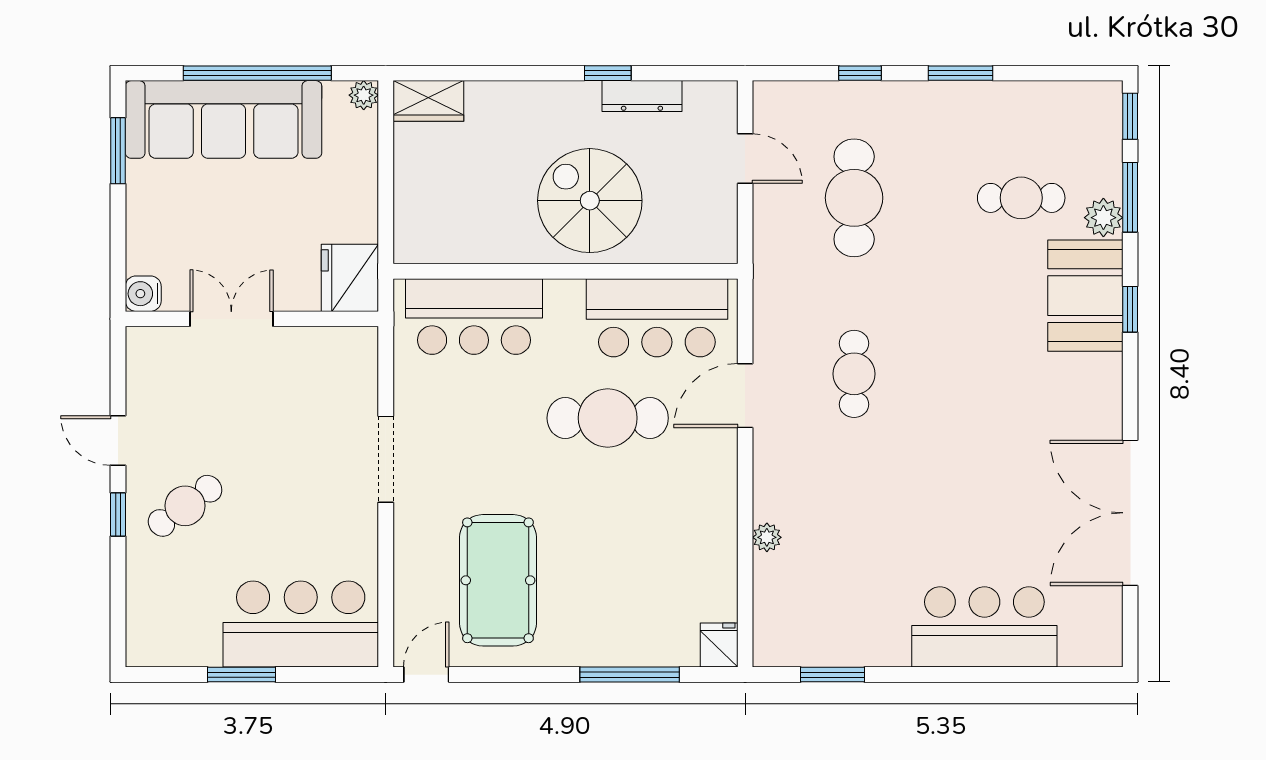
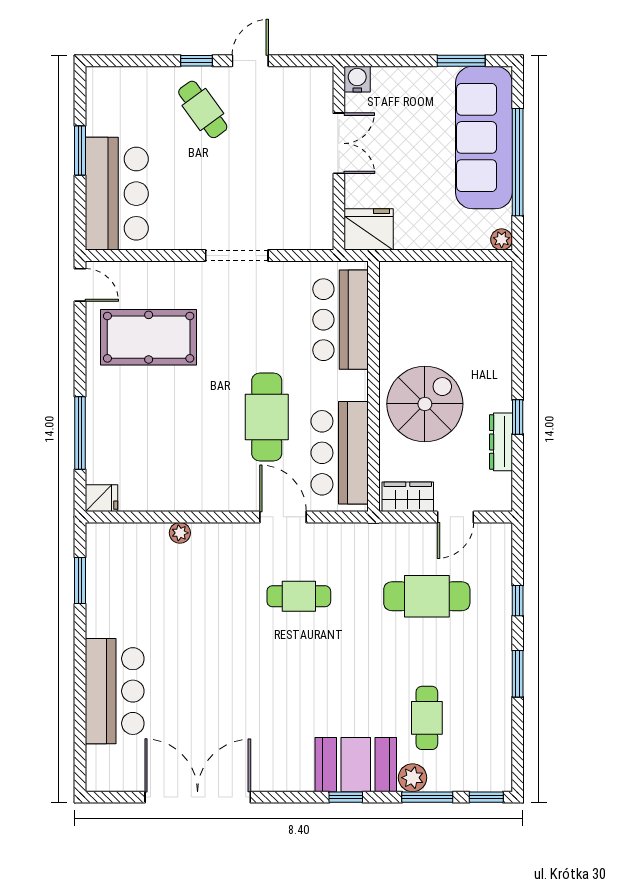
wardrobe: (428, 101) -> (408, 497), moved, turned 90

